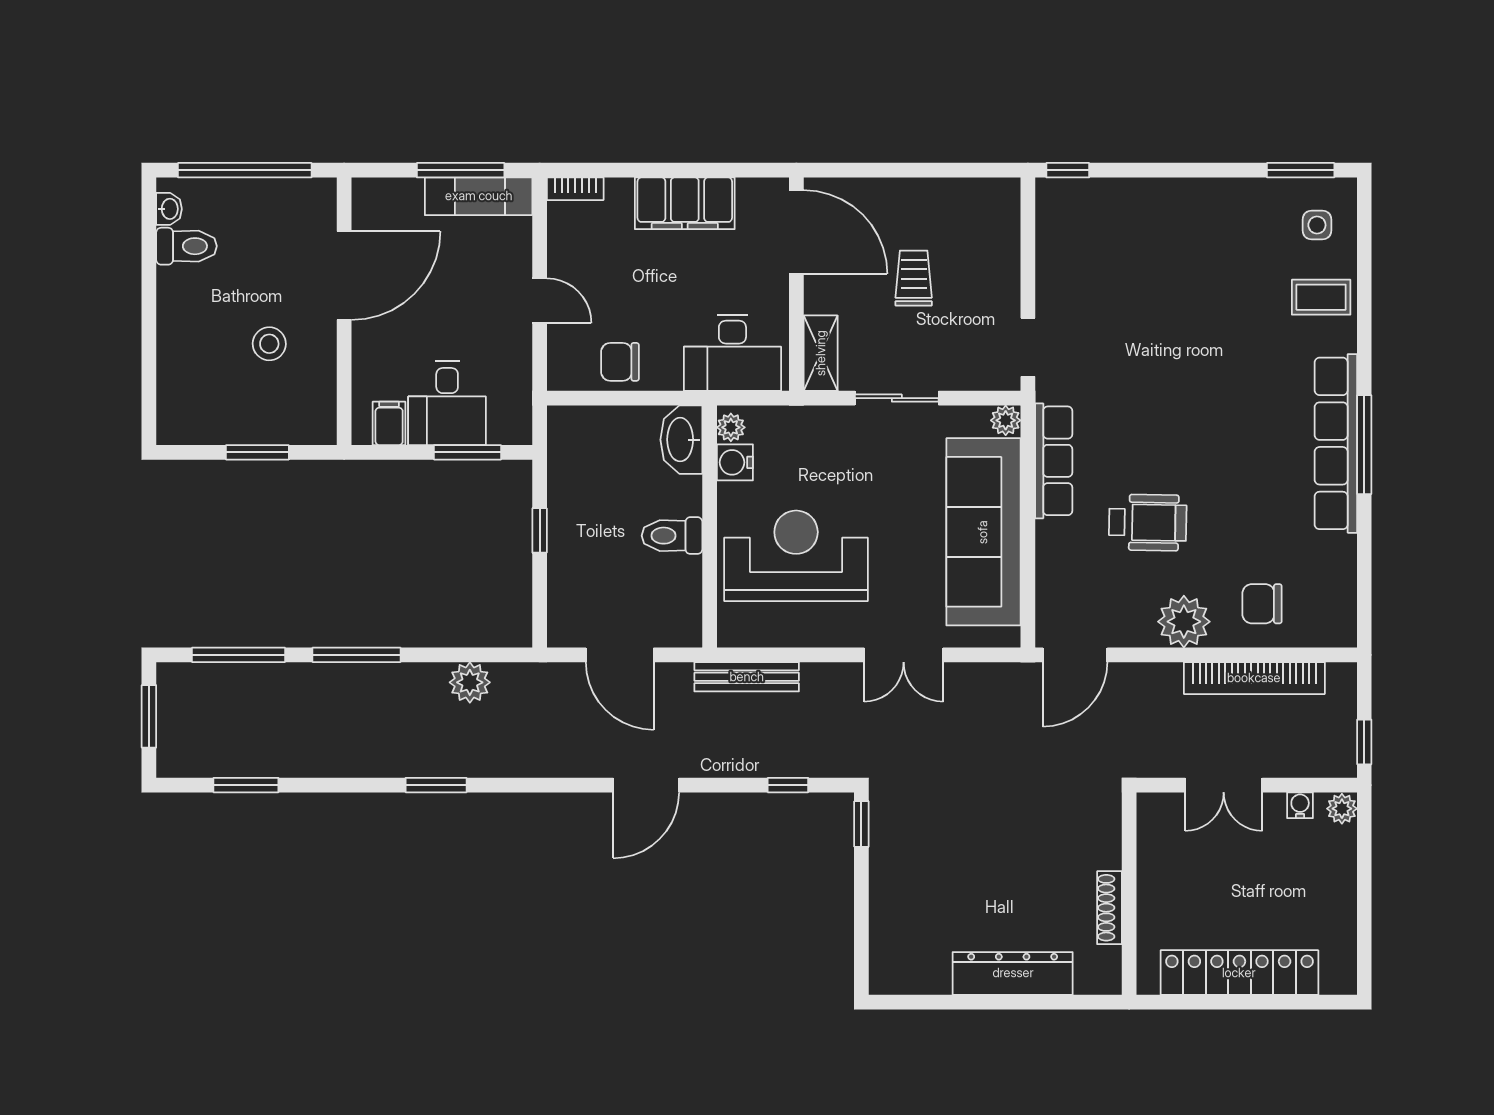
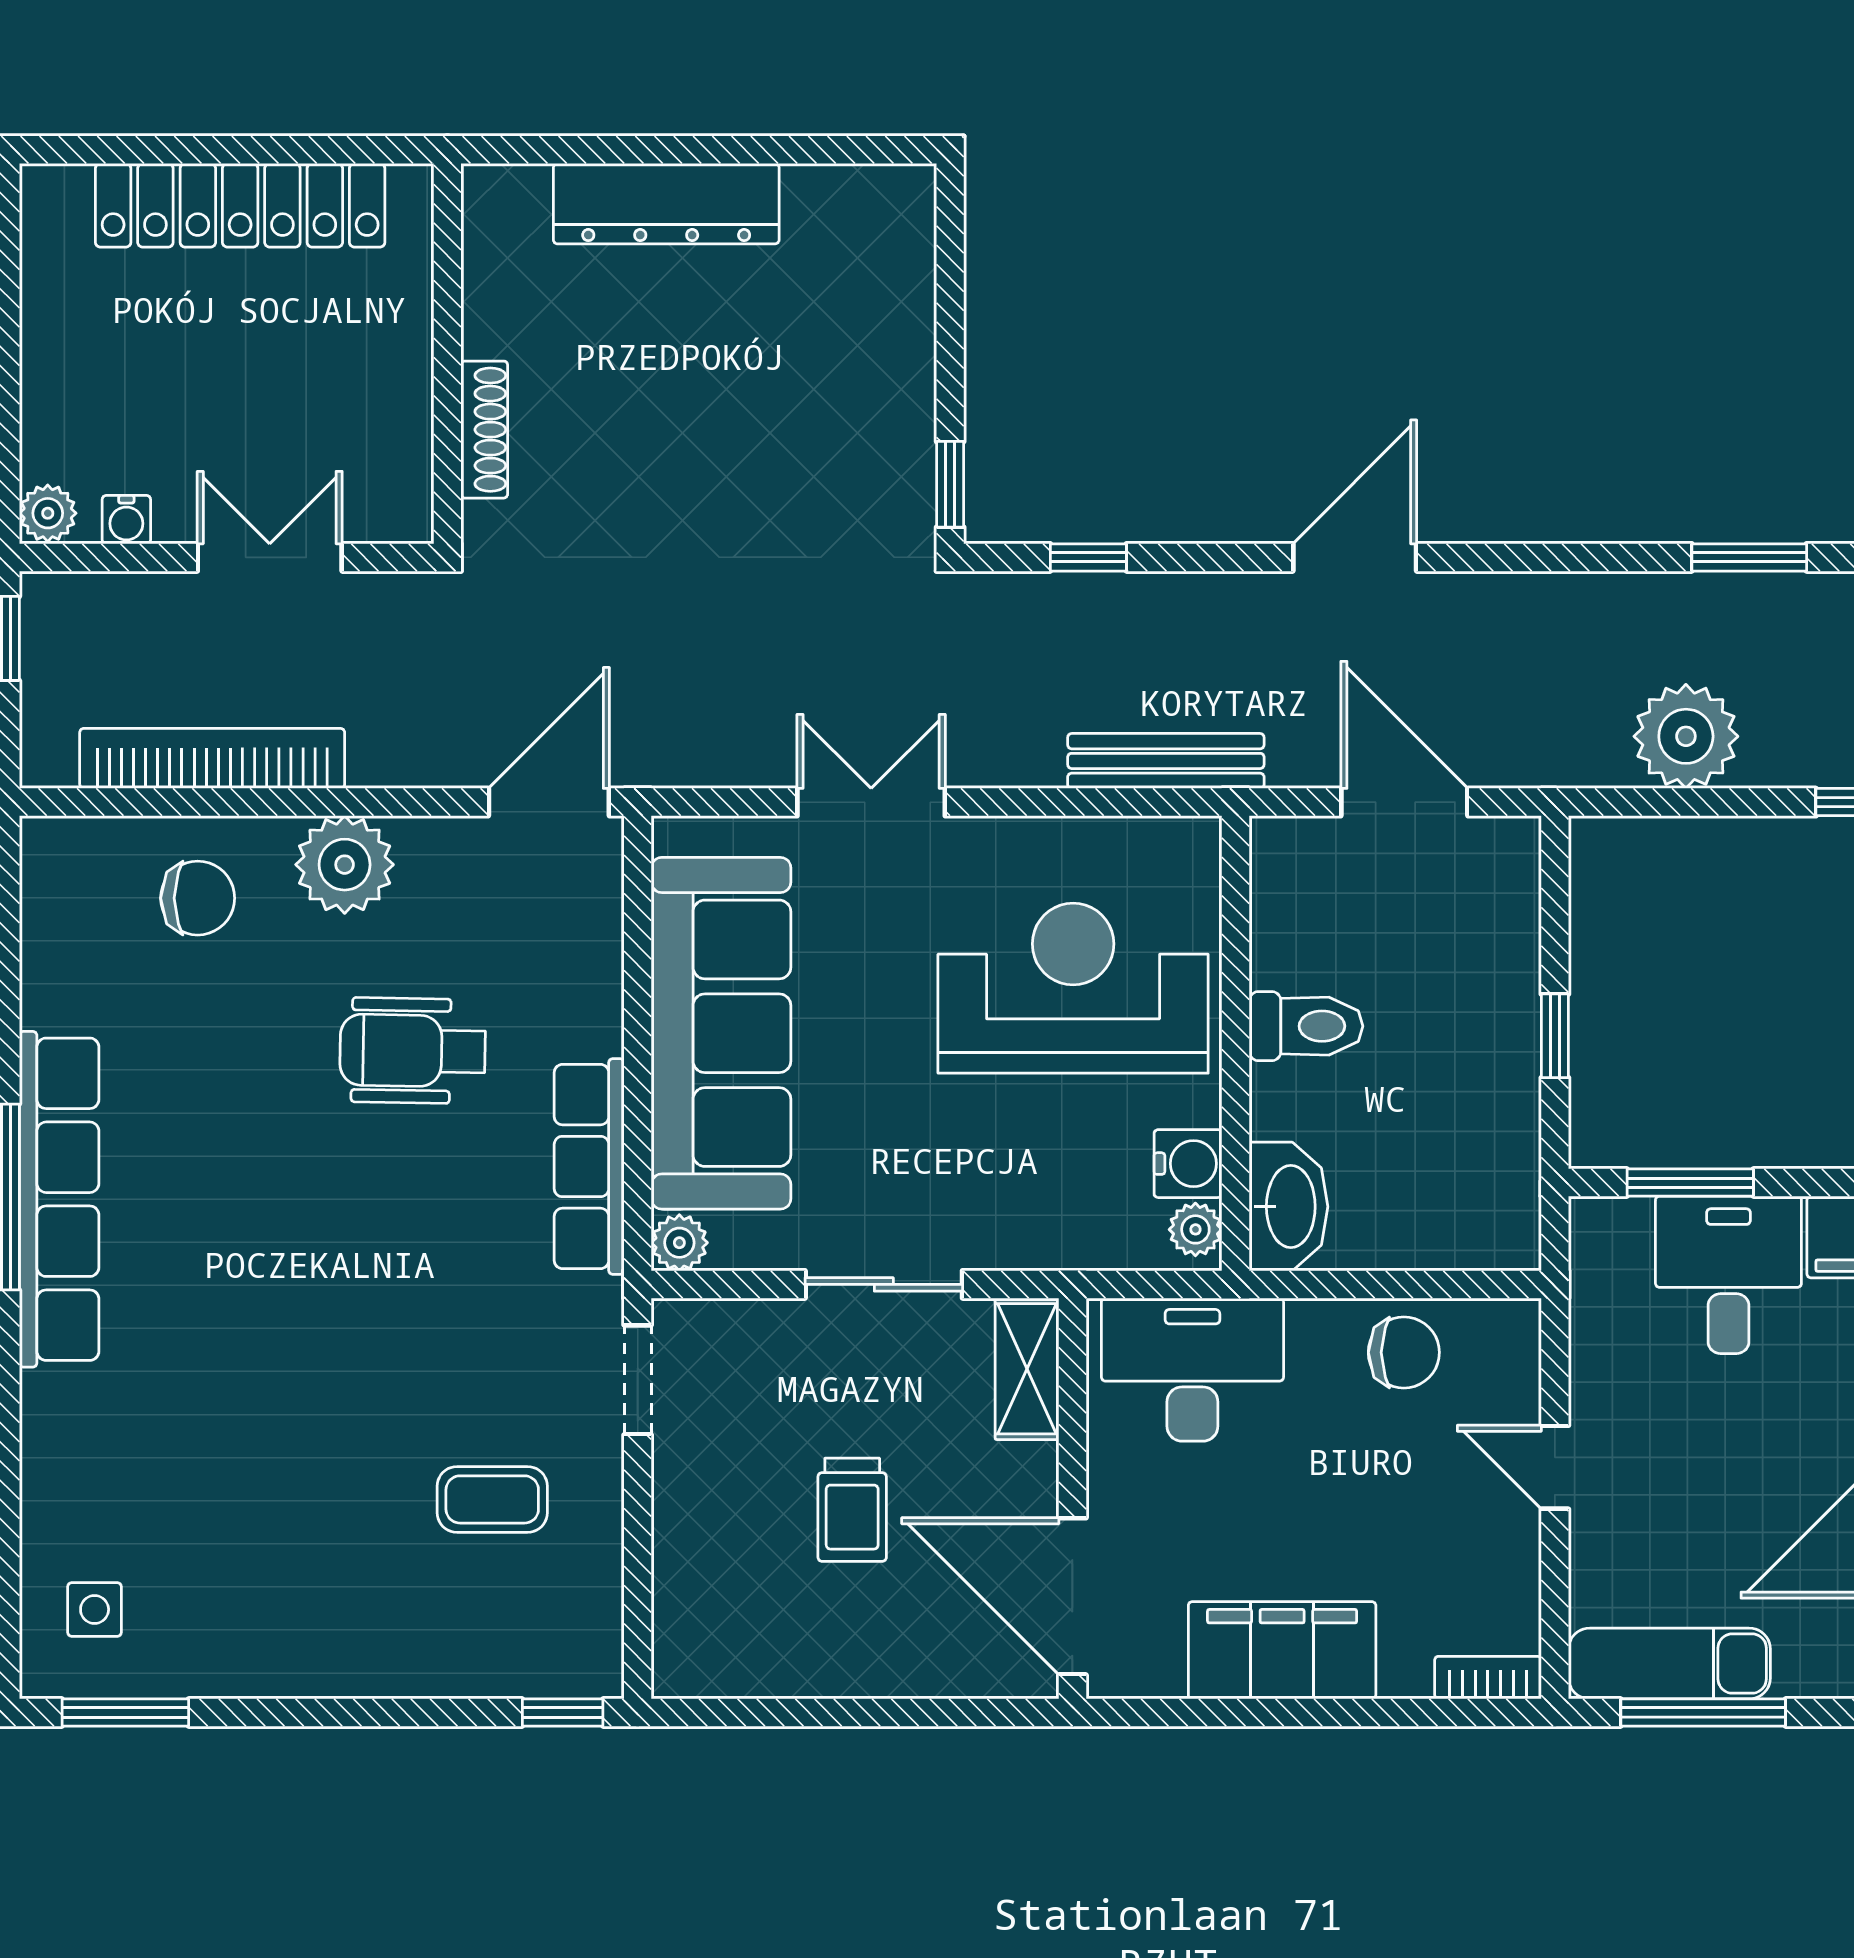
coffee table: (1321, 297) -> (492, 1499), moved
reception desk: (796, 556) -> (1073, 988), turned 180
plant: (470, 682) -> (1686, 736), width x1.36, depth x1.36
shoe rack: (1109, 908) -> (484, 430), moved

